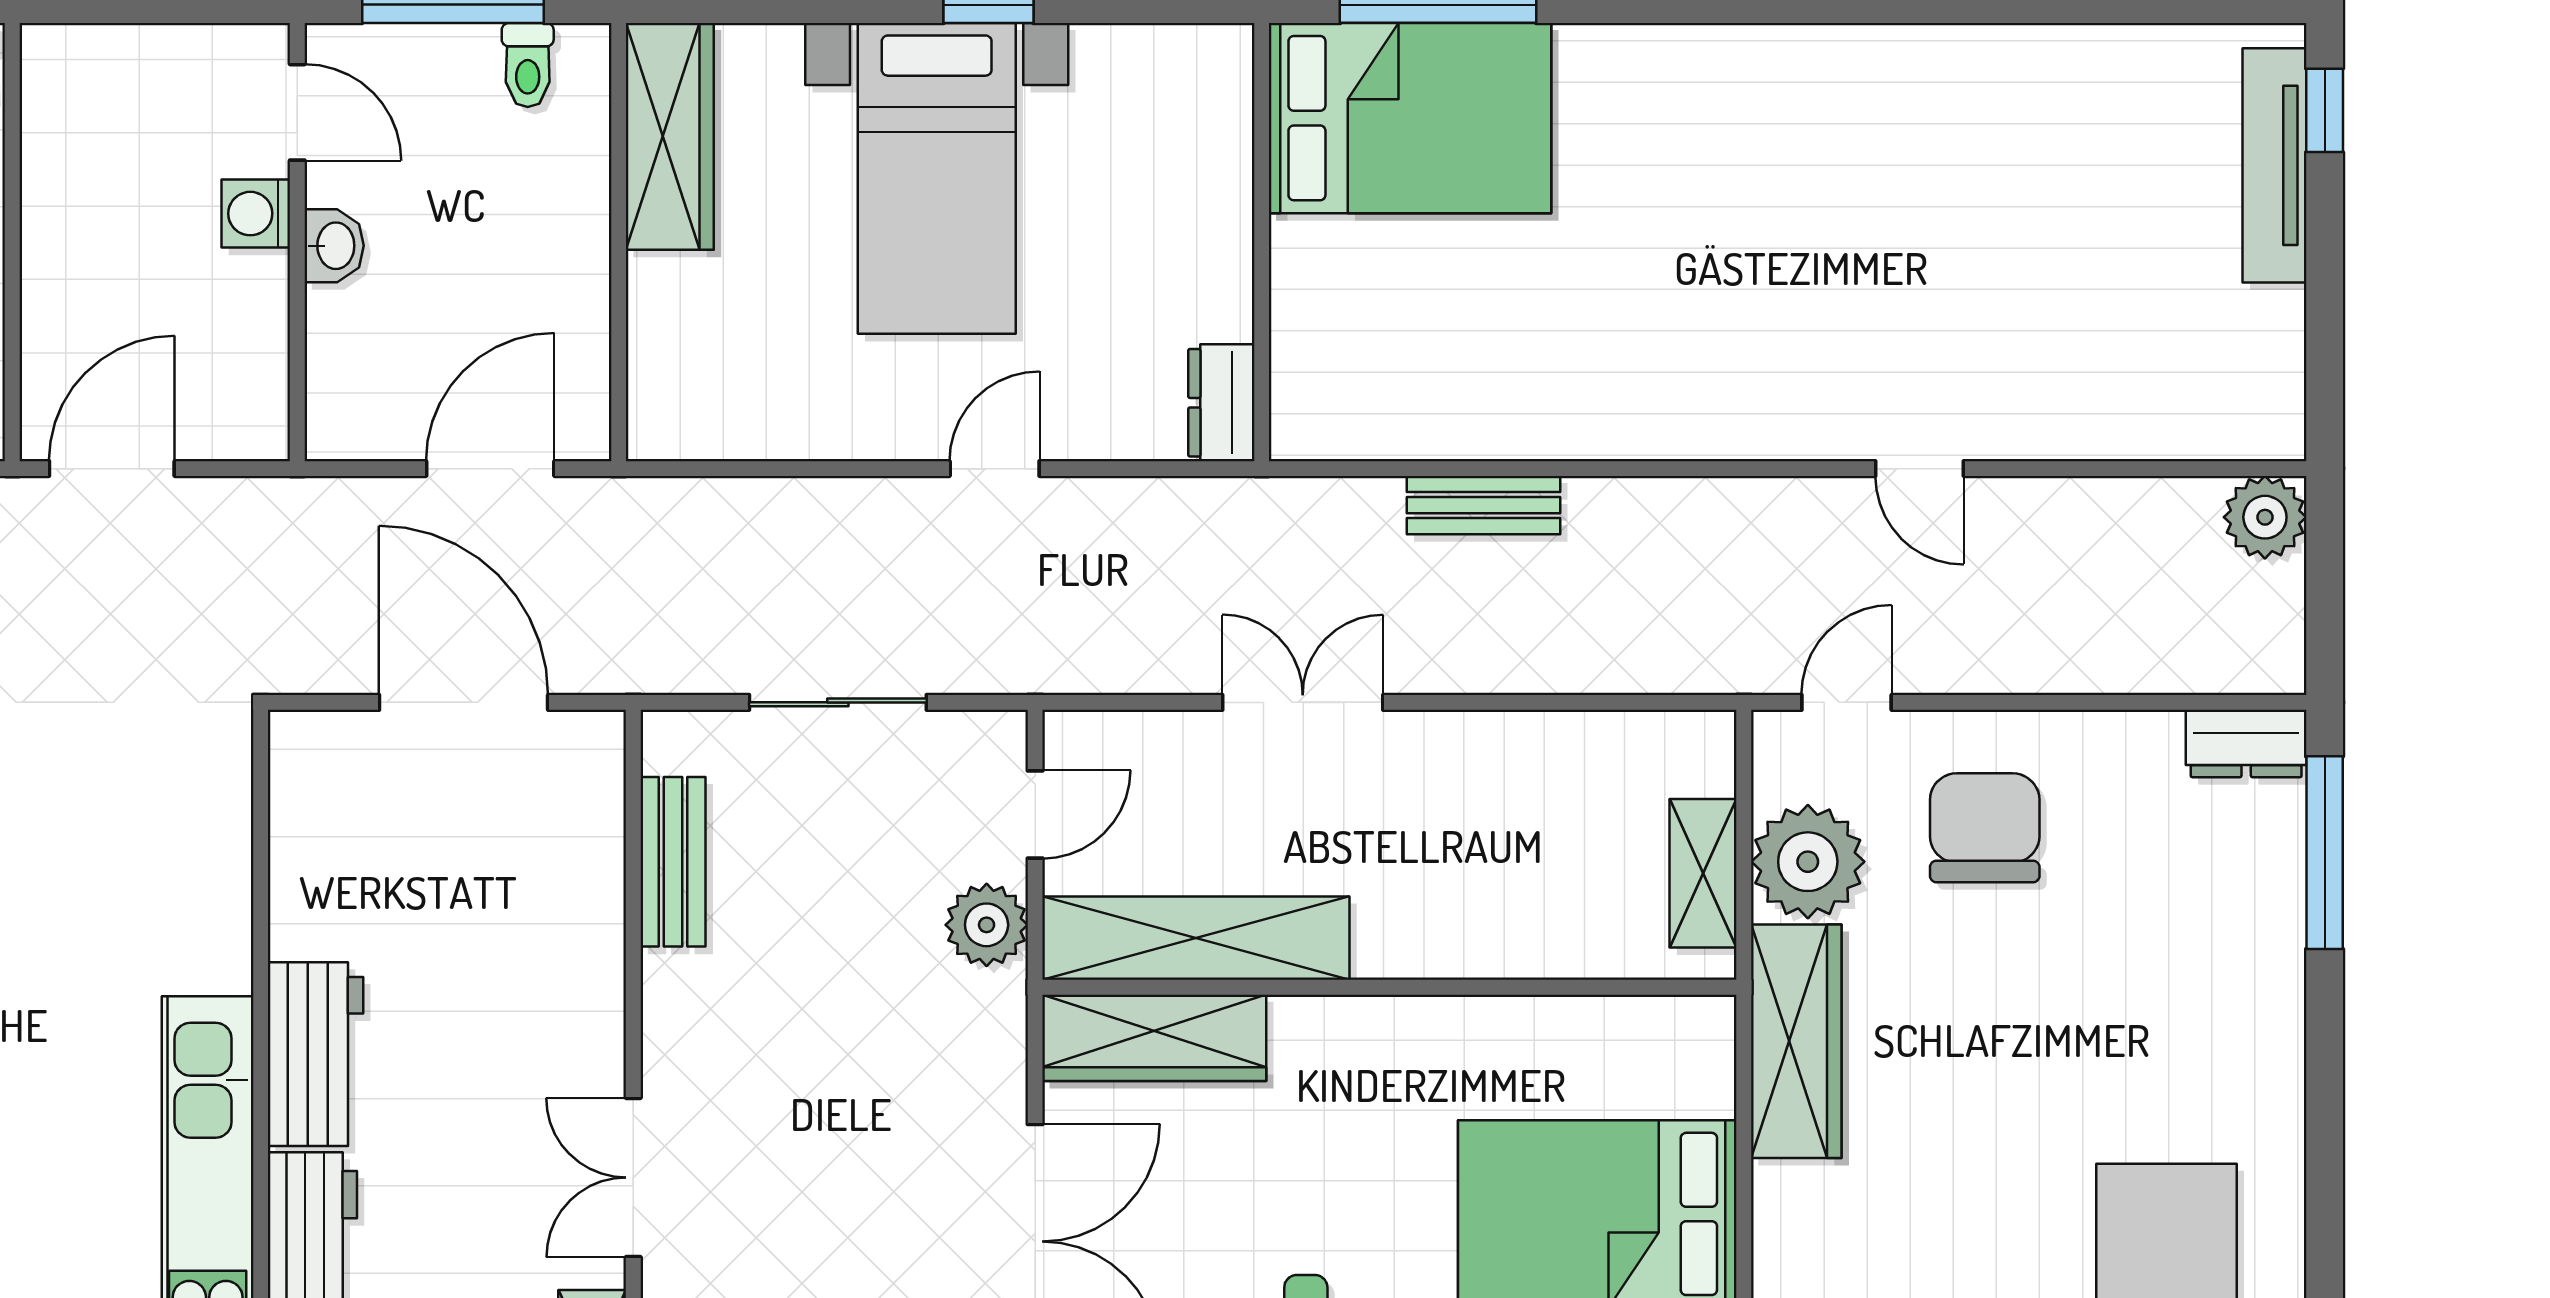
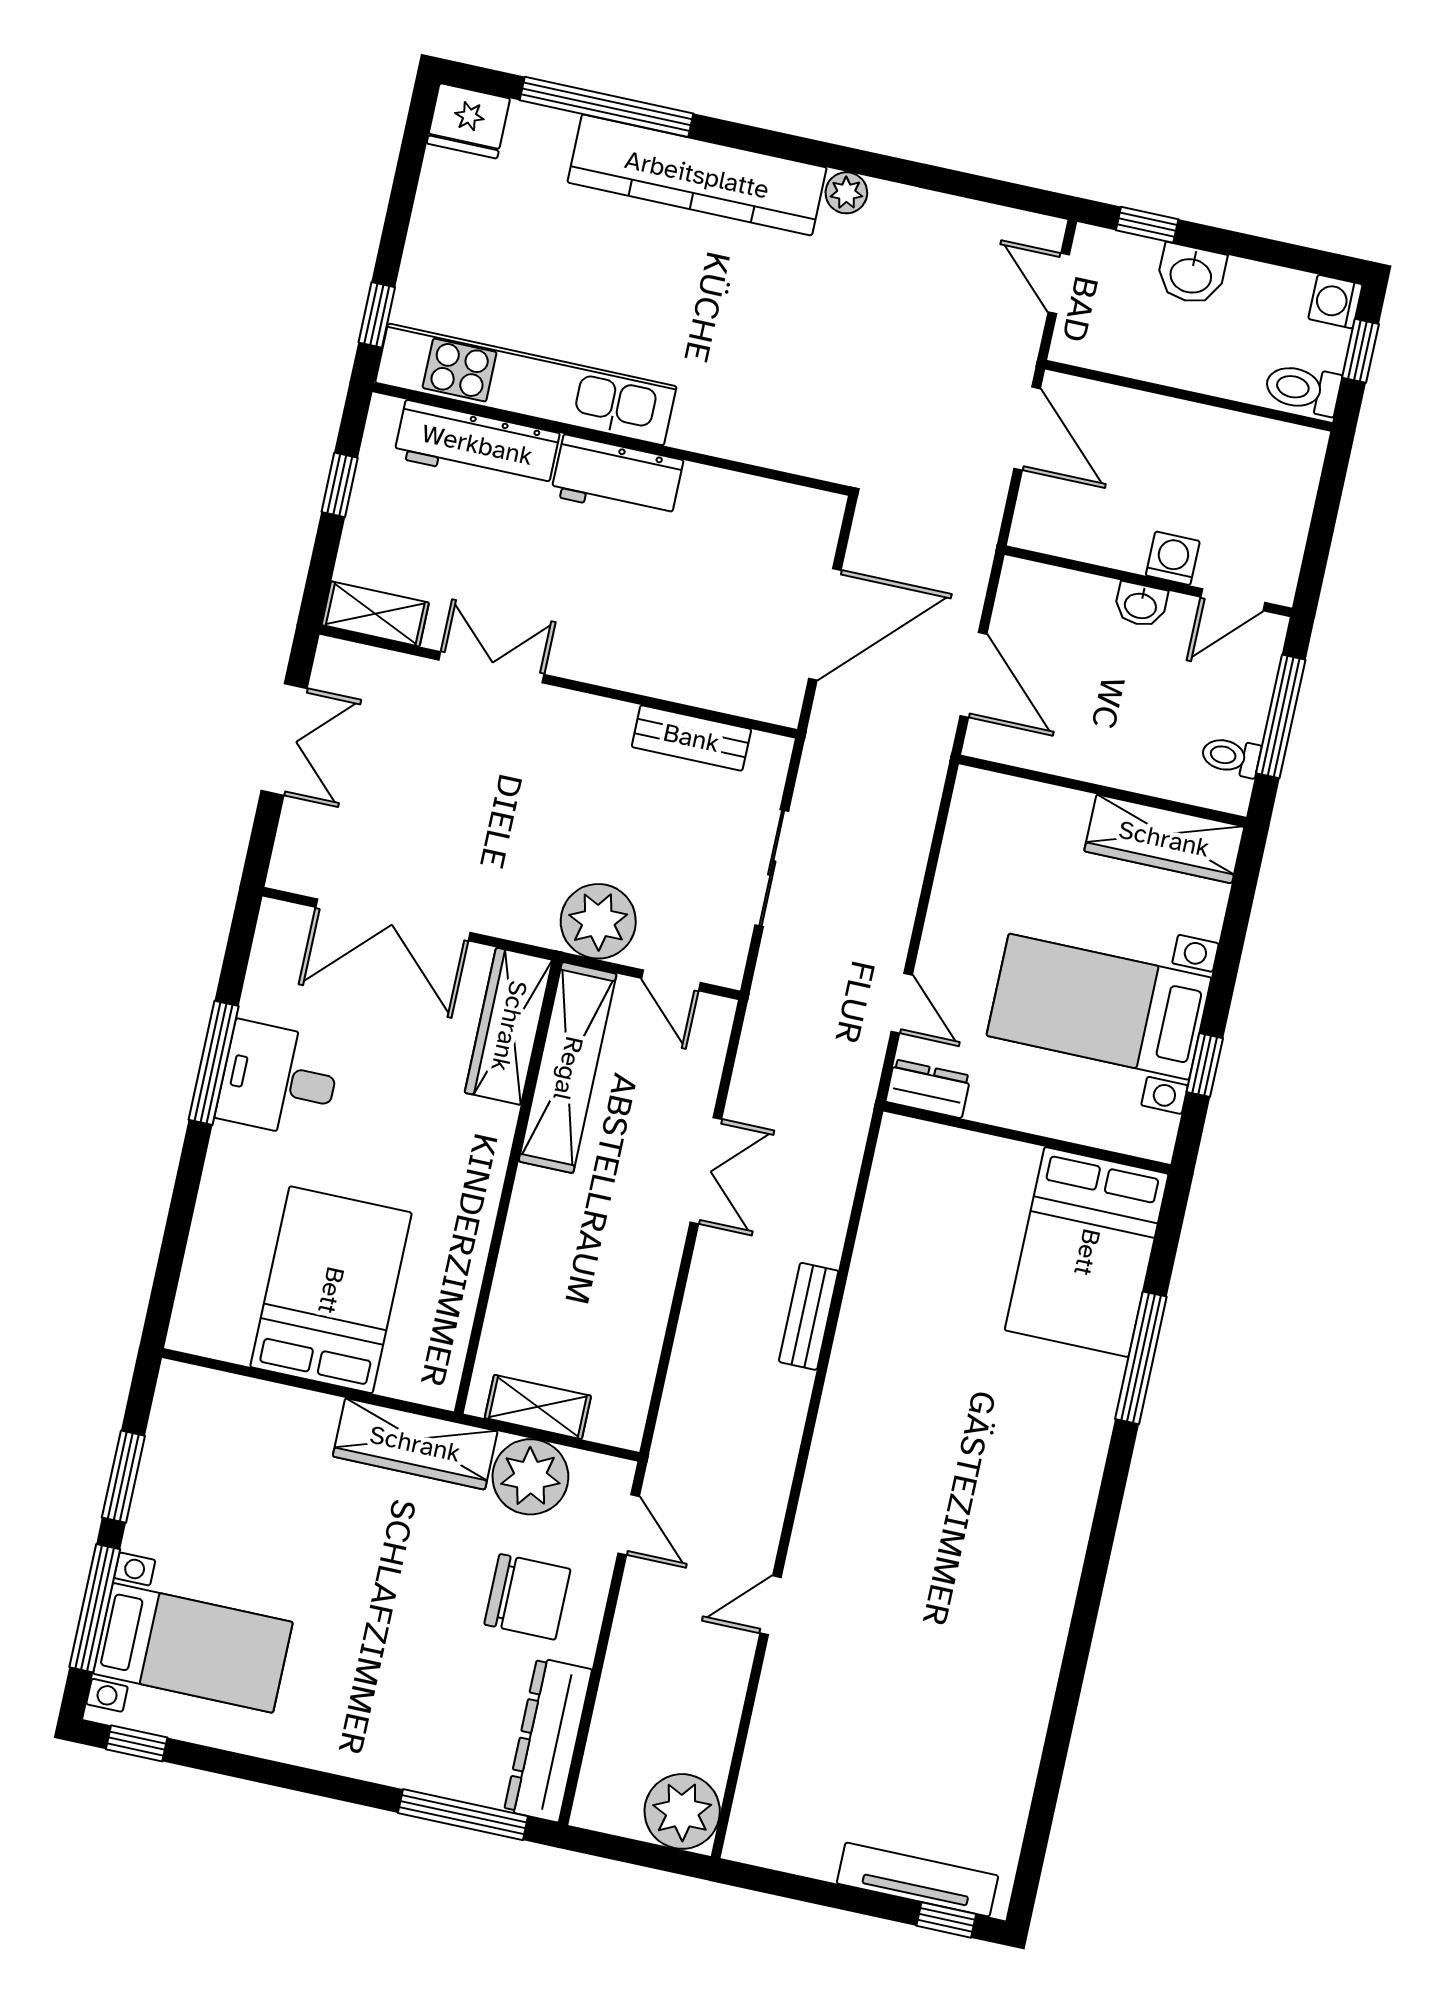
bed: (1410, 118) -> (1087, 1252), moved
wall: (1262, 242) -> (1027, 1138), moved
dresser: (1221, 403) -> (928, 1089), moved
plant: (2265, 517) -> (682, 1811), width x1.36, depth x1.36
dresser: (2246, 743) -> (548, 1740), width x1.96, depth x1.24
plant: (987, 925) -> (598, 921), width x1.36, depth x1.36

